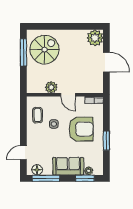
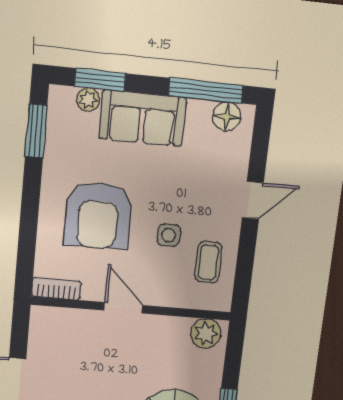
plant: (51, 87) -> (206, 334), moved
armchair: (81, 129) -> (98, 215), turned -90
window: (106, 141) -> (36, 131), moved
door: (23, 153) -> (253, 200), moved

